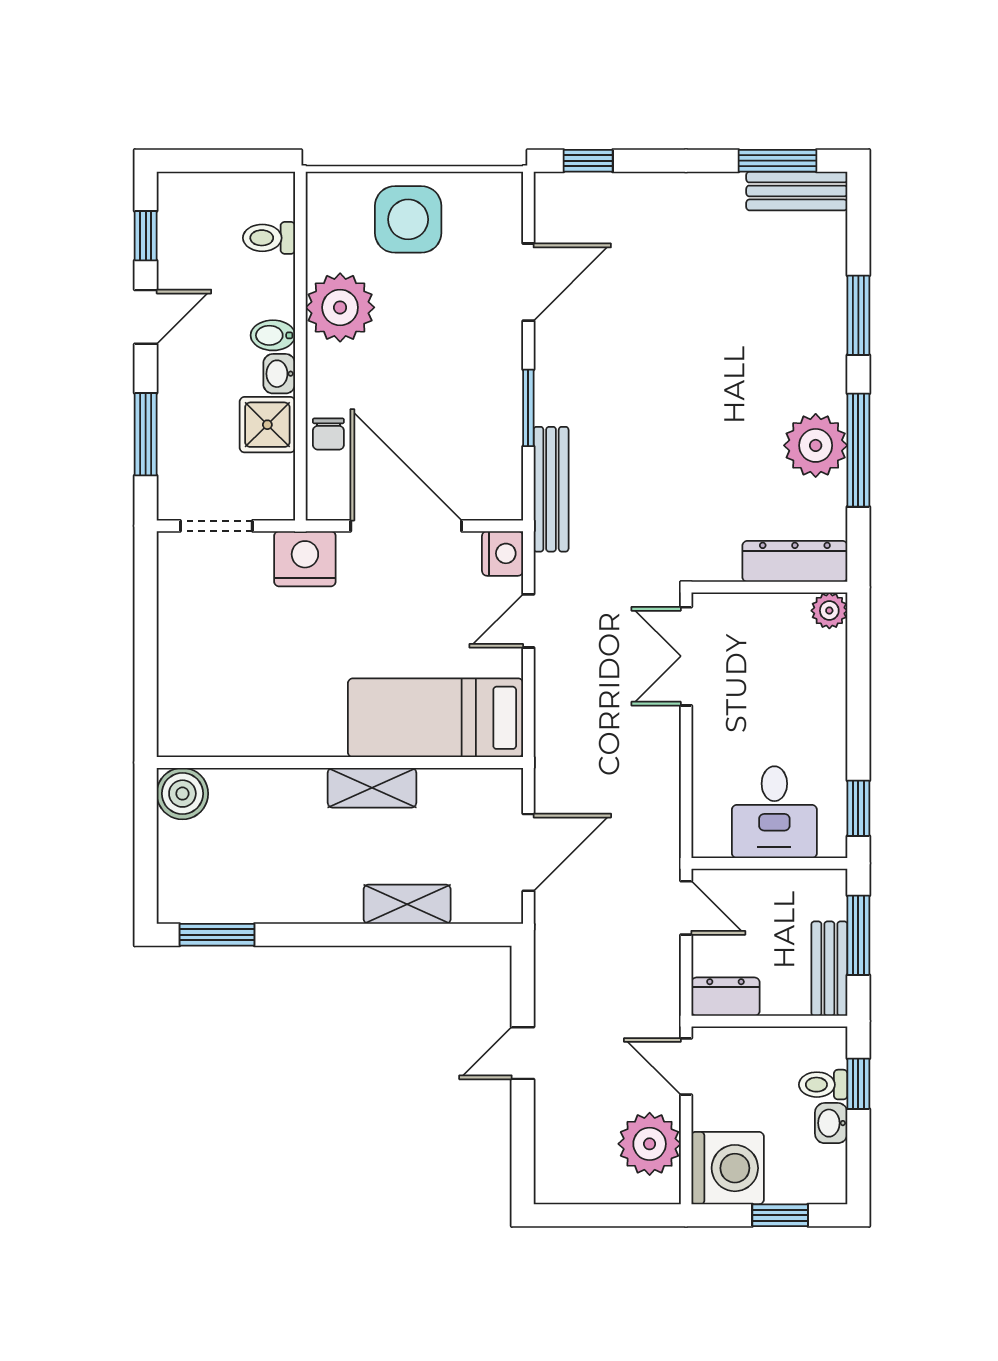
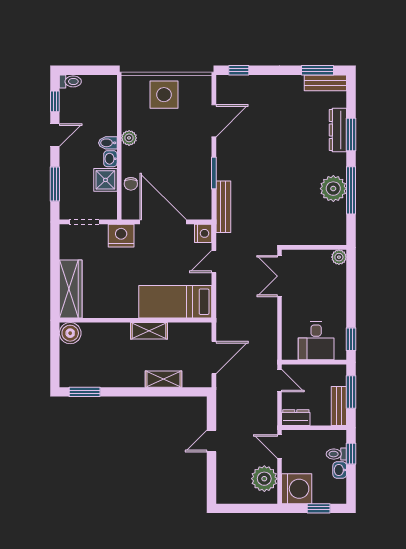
toilet: (269, 238) -> (70, 81), moved, turned 180
plant: (340, 307) -> (129, 138), width x0.53, depth x0.53
dresser: (795, 561) -> (338, 130), moved, turned -90
wardrobe: (184, 687) -> (71, 289), added

